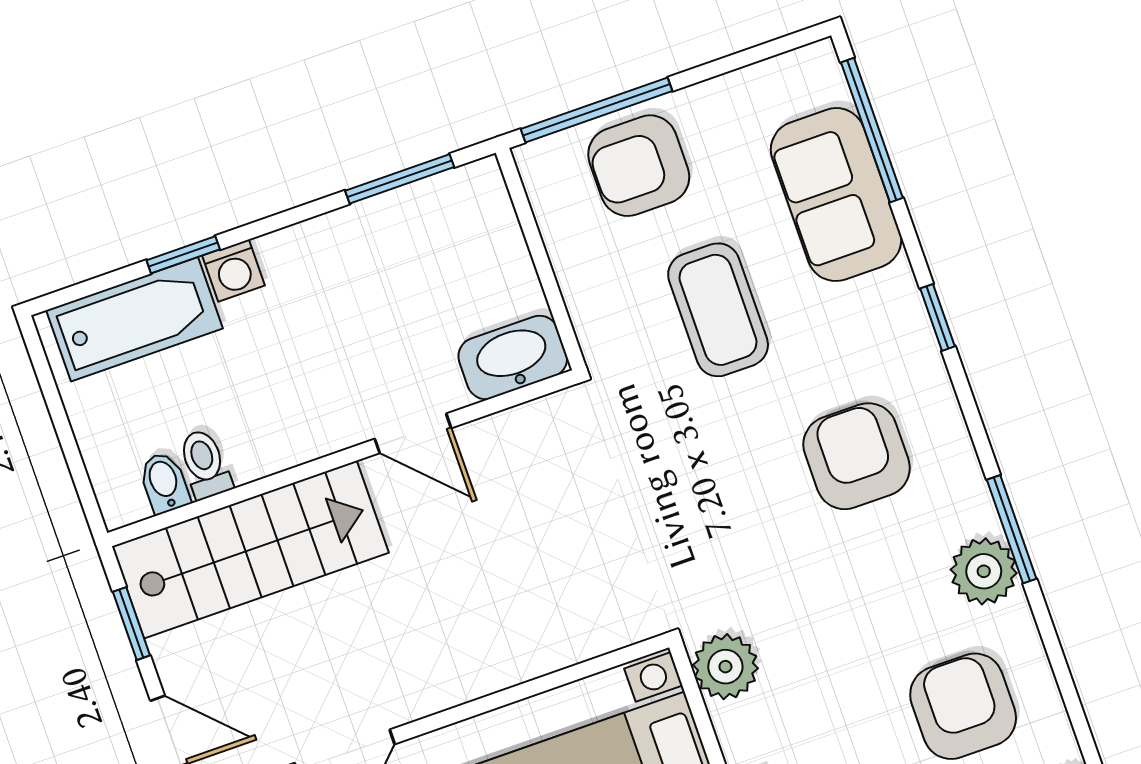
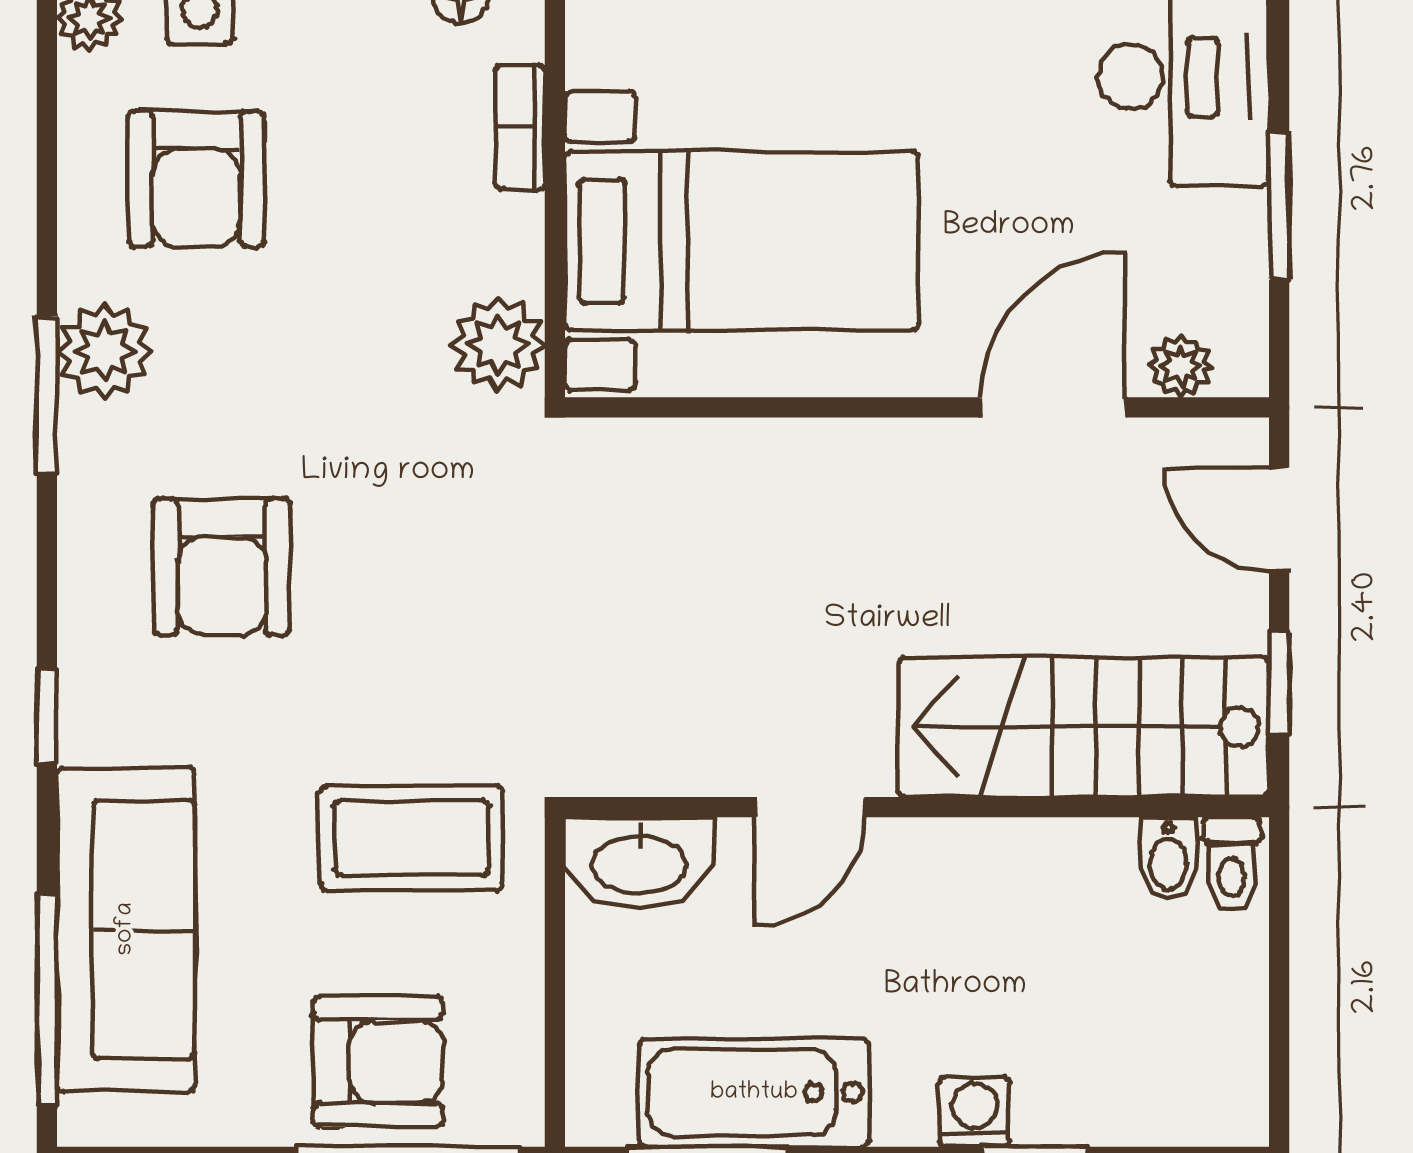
sofa: (836, 195) -> (126, 929), width x1.36
coffee table: (718, 310) -> (411, 838), moved, turned 90
bathtub: (134, 319) -> (754, 1093), moved
door: (413, 433) -> (810, 807), swing flipped
toilet: (205, 464) -> (1232, 864), moved

